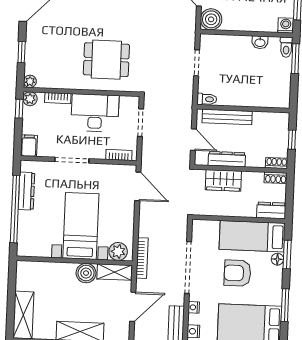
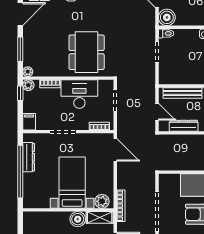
window: (22, 52) -> (20, 49), width x1.50
dining table: (106, 60) -> (87, 52), width x1.38
toilet: (207, 99) -> (166, 33), moved
wardrobe: (223, 180) -> (182, 142), removed

